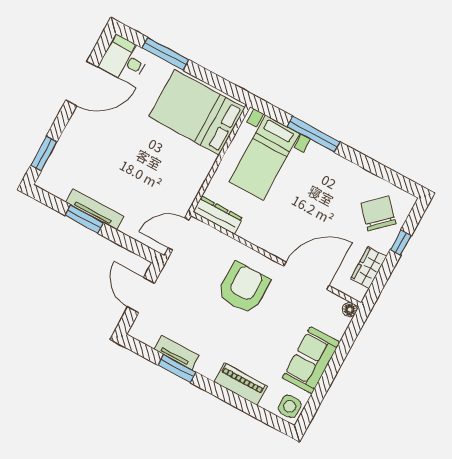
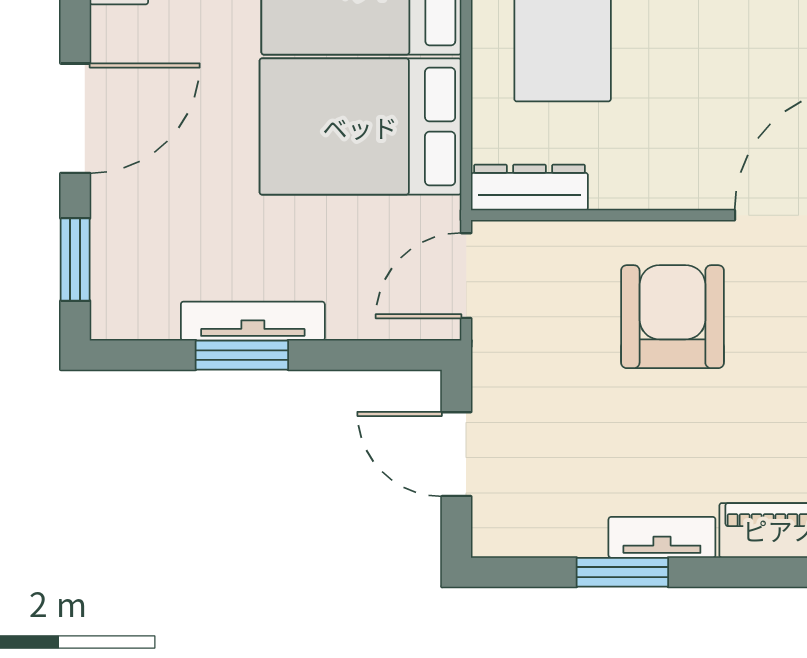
door: (82, 84) -> (75, 118), moved
bed: (170, 161) -> (360, 127), added
tv unit: (177, 352) -> (662, 537), moved

